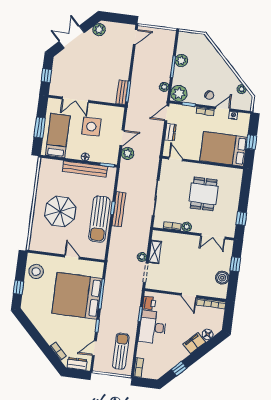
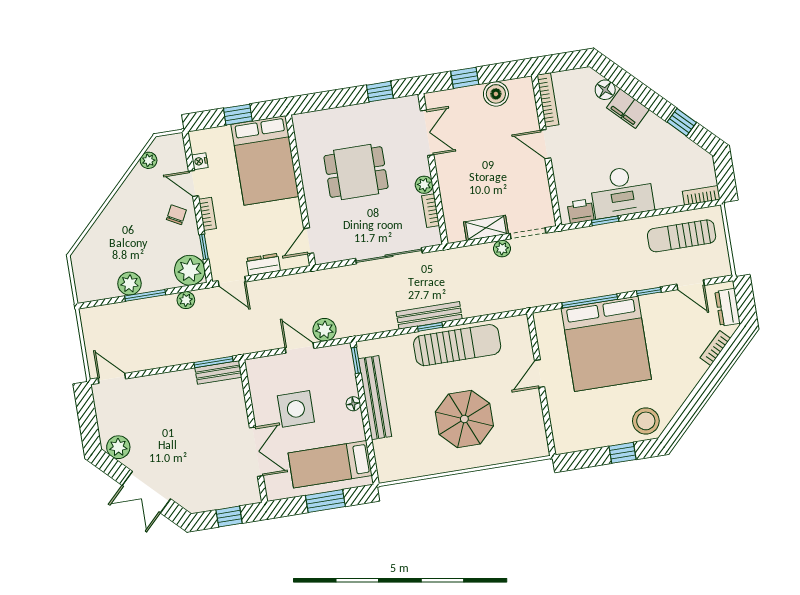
stool: (36, 272) -> (646, 421), moved
door: (189, 295) -> (546, 144), swing flipped

